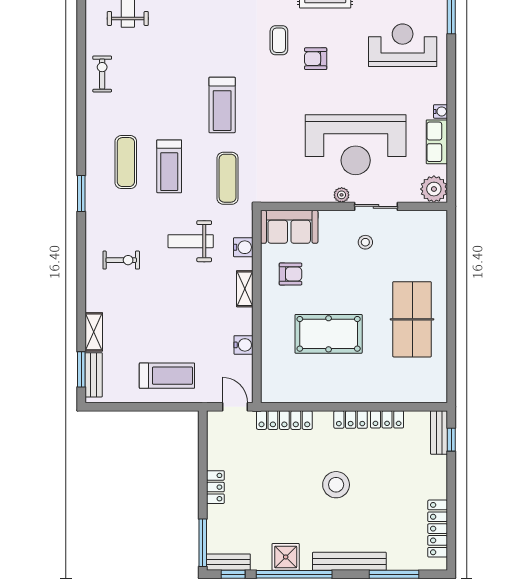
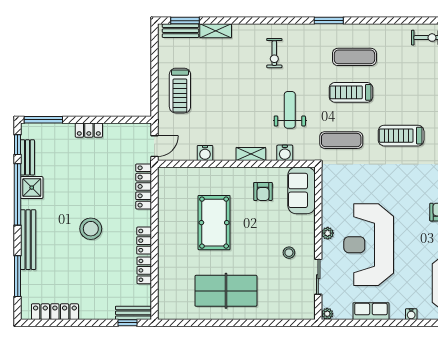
water cooler: (441, 111) -> (411, 314), moved
plant: (434, 189) -> (327, 314), width x0.53, depth x0.53
sliding door: (376, 206) -> (318, 277), moved
bench: (228, 562) -> (27, 157), moved

